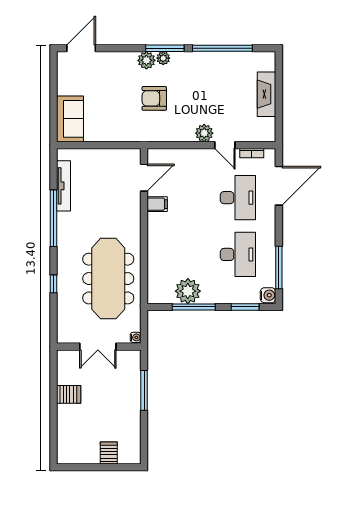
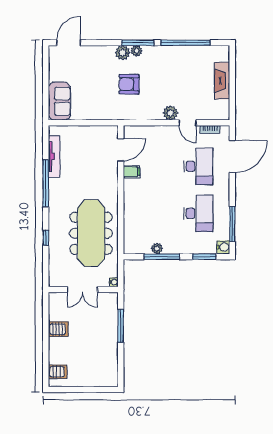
plant: (188, 291) -> (157, 249), width x0.53, depth x0.53
server rack: (109, 453) -> (58, 372), moved, turned 90

